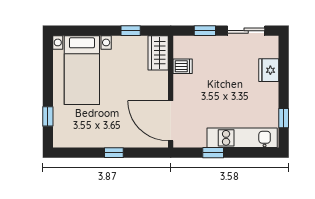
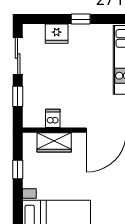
wardrobe: (158, 53) -> (54, 142), moved
window: (284, 118) -> (81, 19), moved

